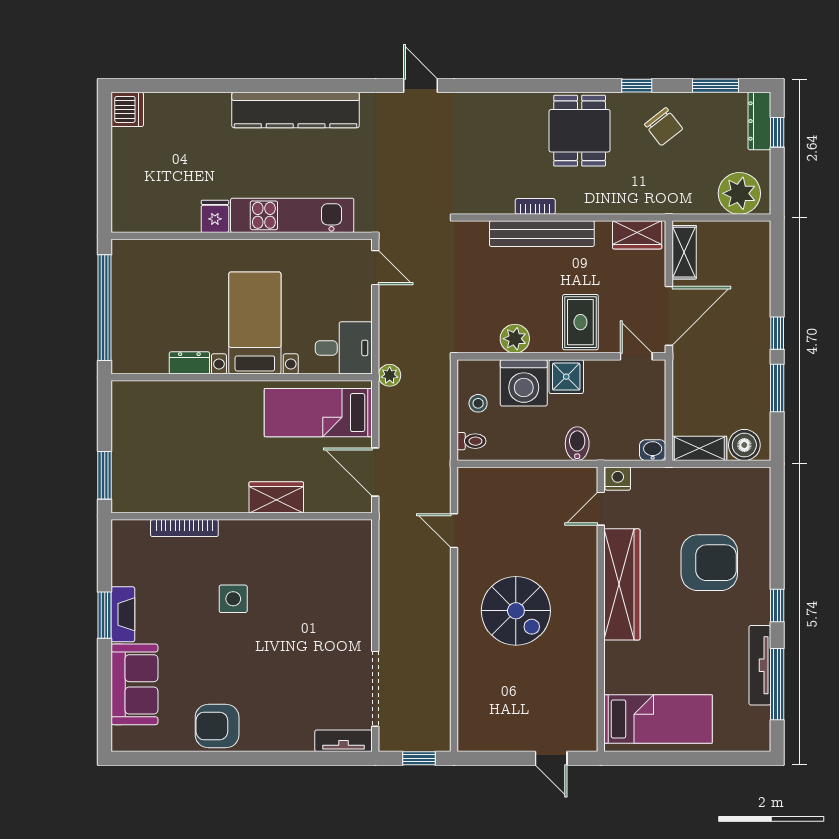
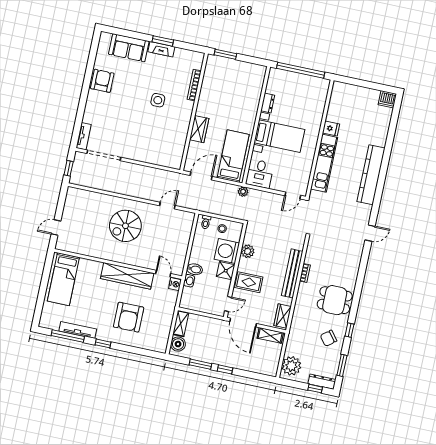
washbasin: (653, 450) -> (189, 281), moved

